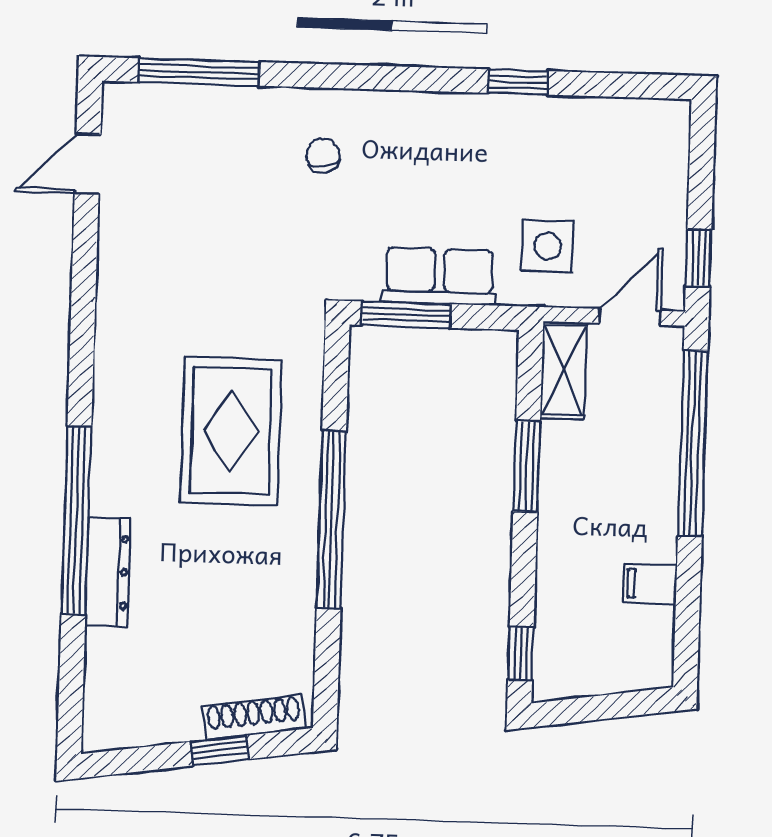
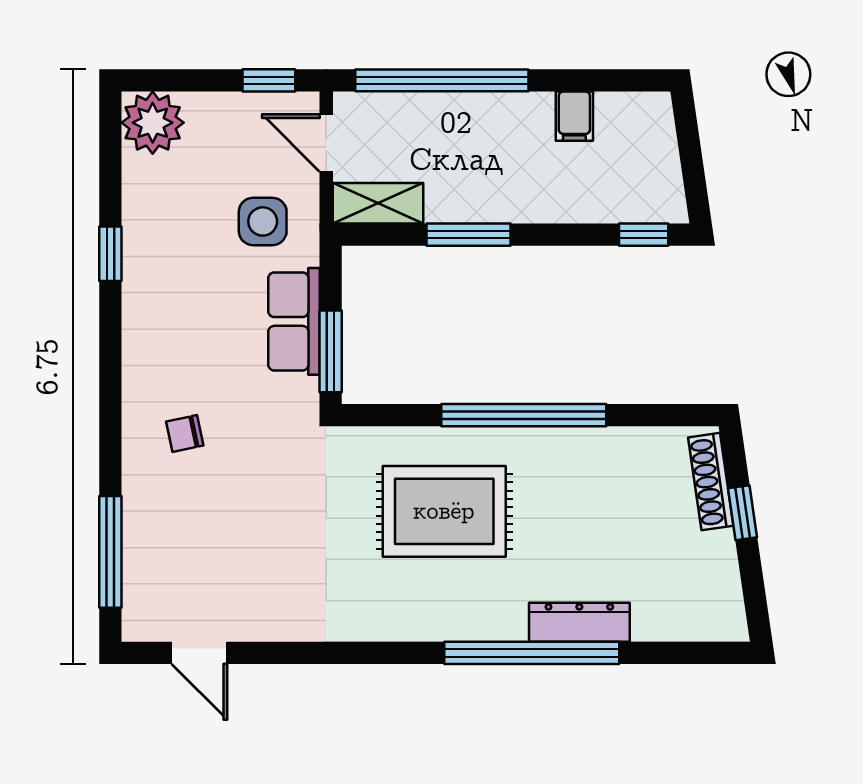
plant: (657, 132) -> (153, 123), added

